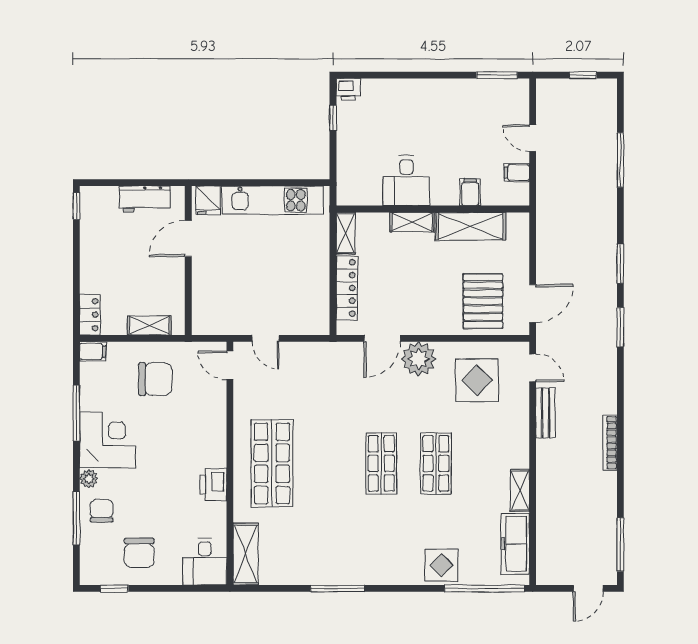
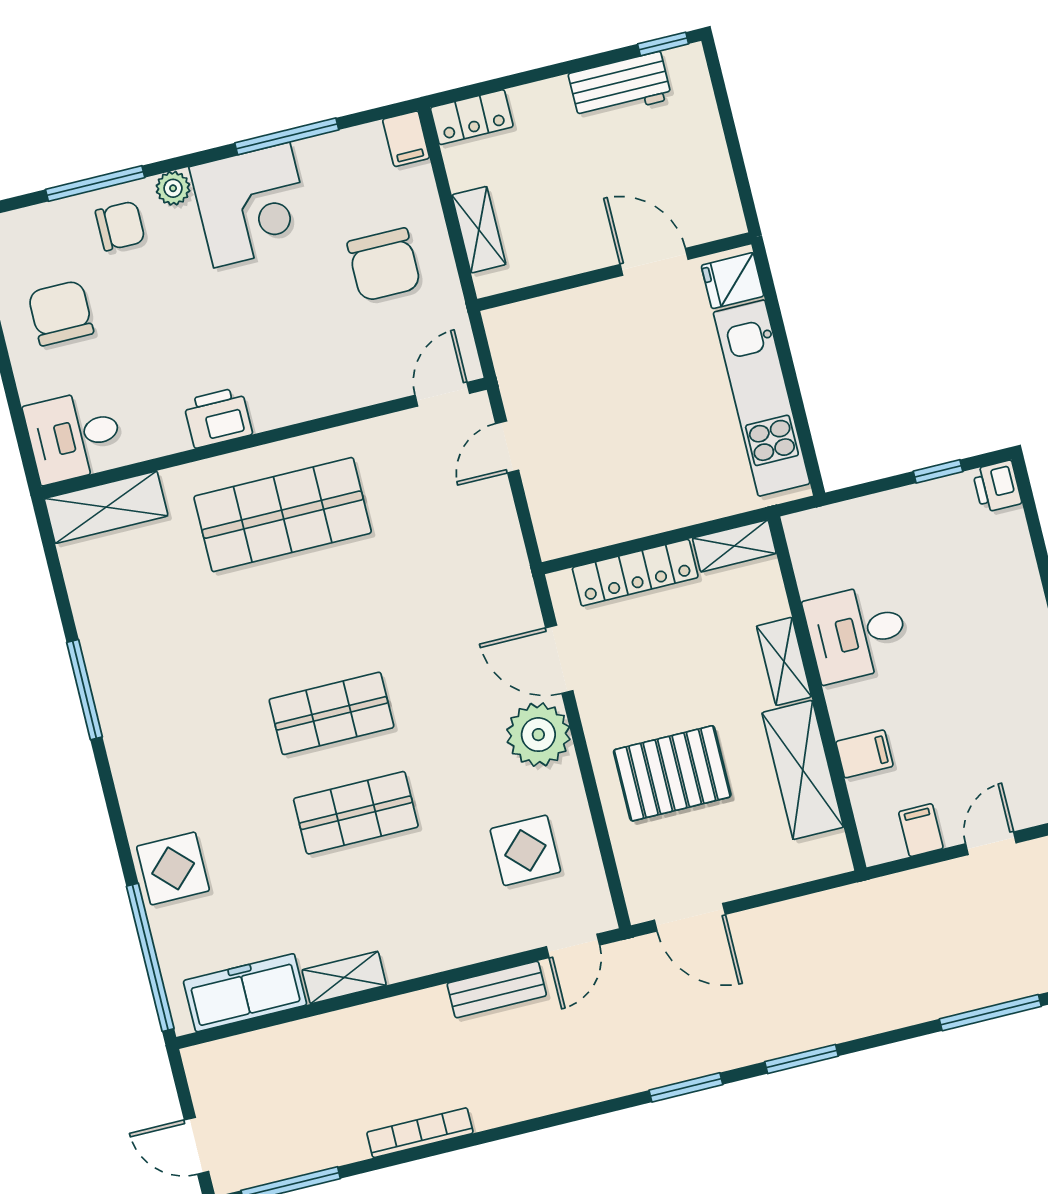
workbench: (145, 199) -> (620, 86), moved, turned -90
pallet: (483, 301) -> (672, 773), moved
display table: (477, 380) -> (525, 850), width x0.73, depth x0.73
bookcase: (610, 443) -> (420, 1133), moved
chair: (139, 553) -> (61, 313), turned 90

